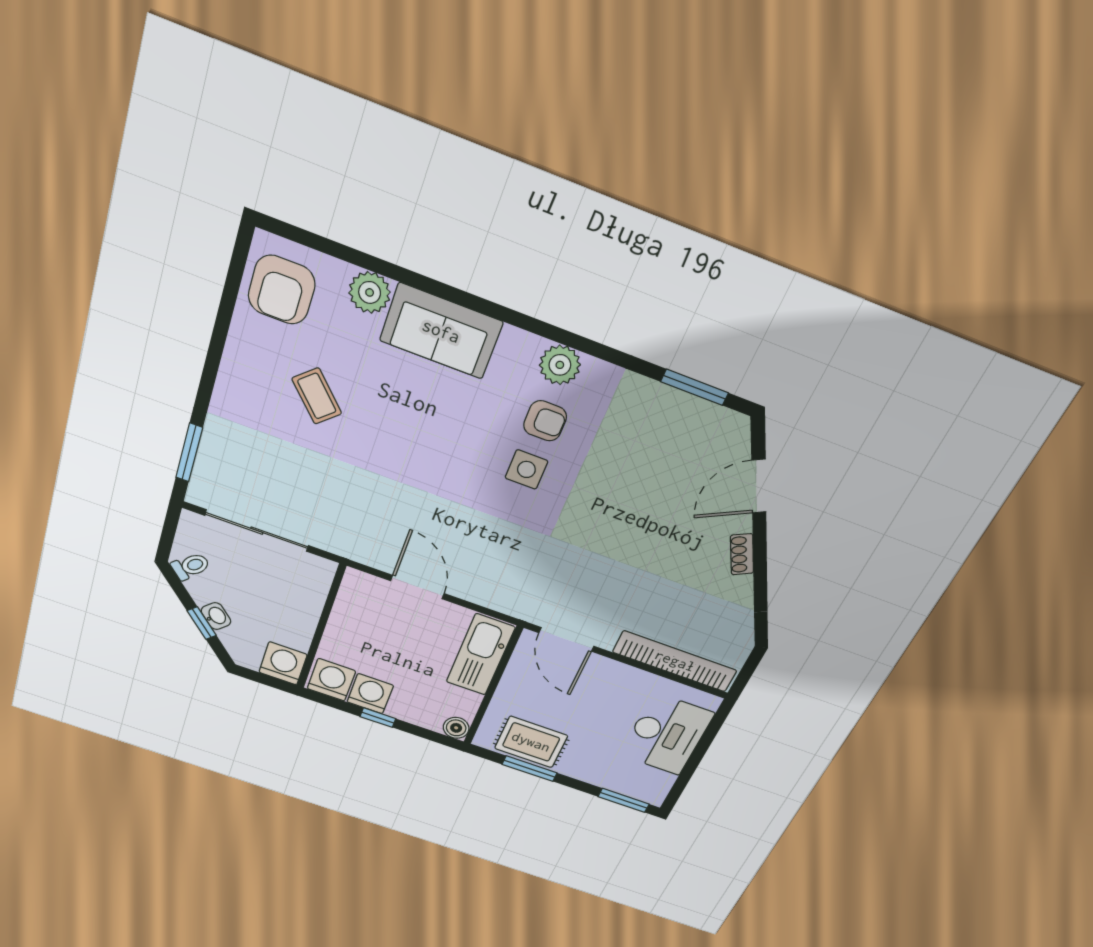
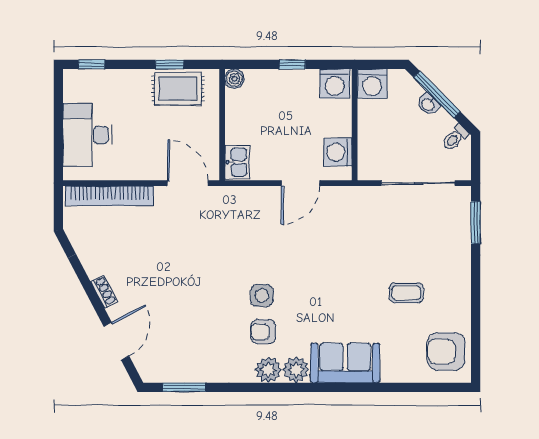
armchair: (282, 290) -> (446, 351), turned -90
plant: (370, 292) -> (296, 370), moved
coffee table: (317, 396) -> (406, 293), turned -47
door: (417, 587) -> (300, 183), hinge flipped
window: (202, 623) -> (437, 94), width x2.17
kitchen sink: (480, 655) -> (237, 162), width x0.53, depth x0.81
washing machine: (370, 694) -> (338, 152), moved, turned 90
window: (530, 769) -> (170, 64), width x0.67
window: (624, 800) -> (92, 64), width x0.67

